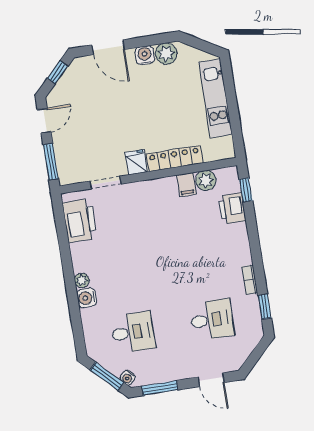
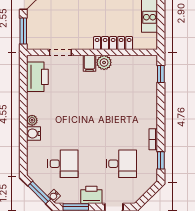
fridge: (136, 162) -> (85, 41), removed
plant: (206, 180) -> (104, 62), moved
filing cabinet: (186, 185) -> (90, 63), moved
printer: (232, 208) -> (91, 195), moved, turned 90

